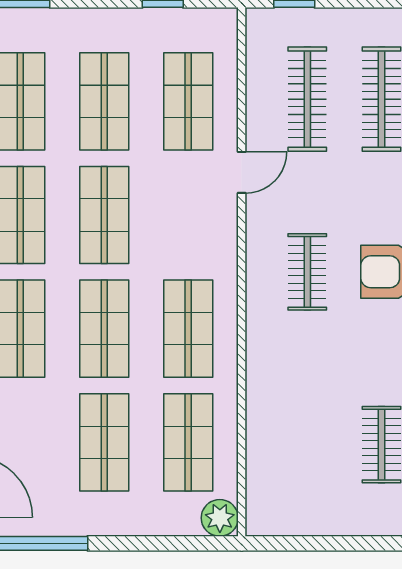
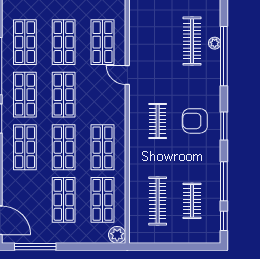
clothes rail: (307, 99) -> (158, 201), moved
door: (242, 172) -> (127, 75), swing flipped

